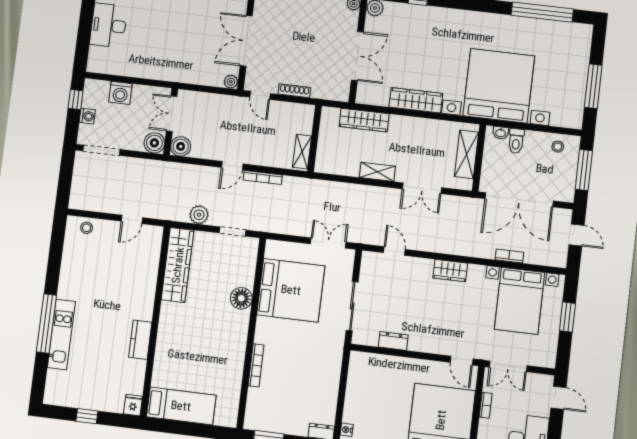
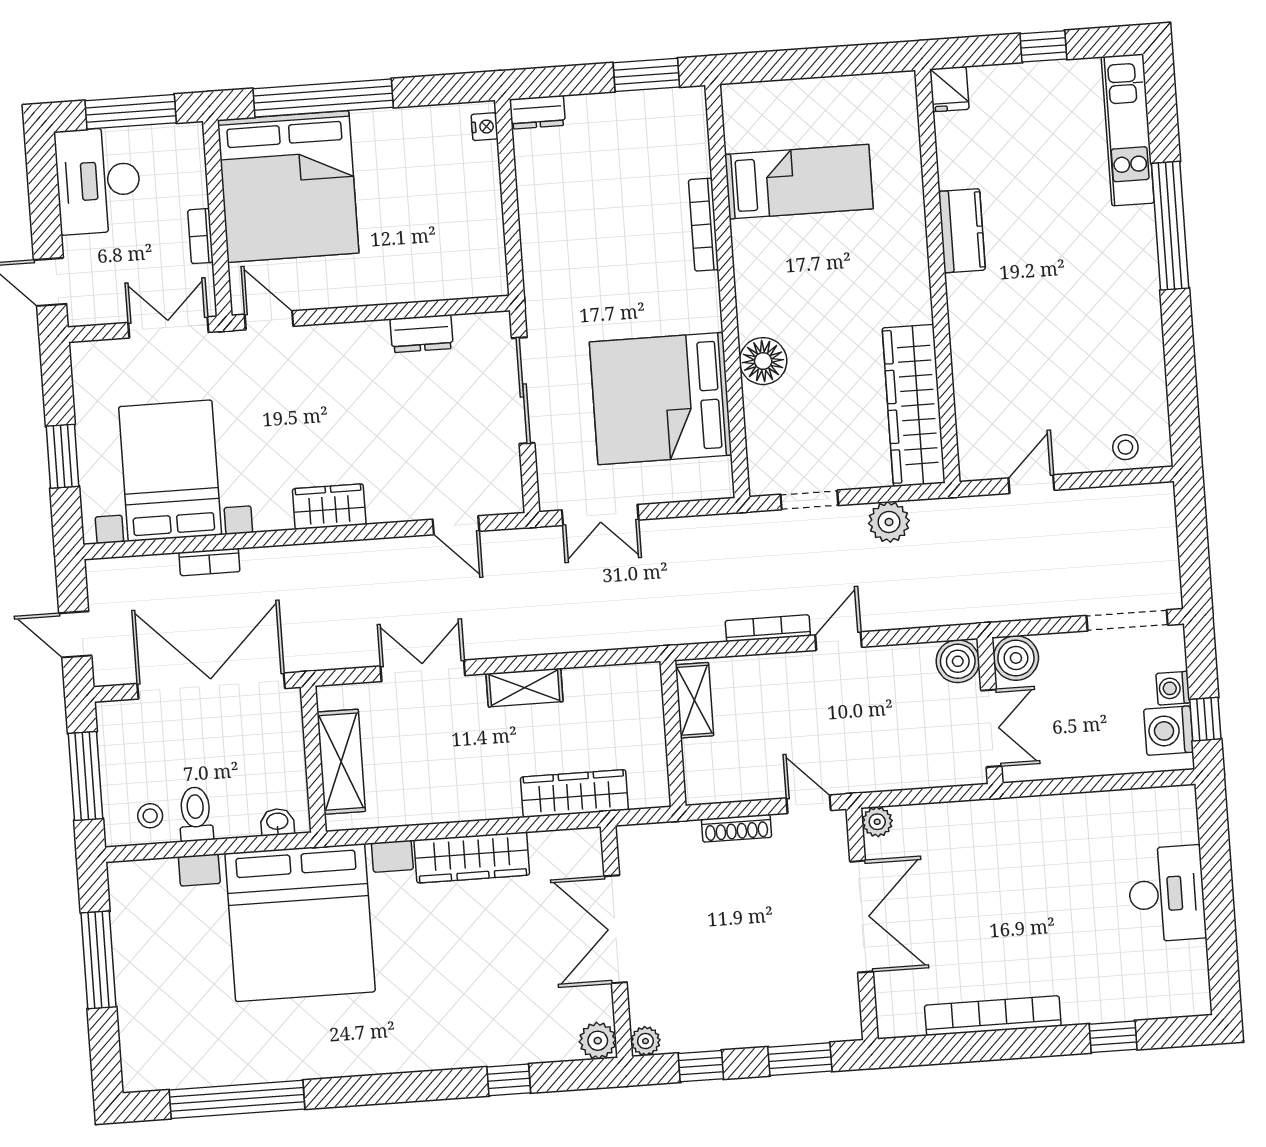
washing machine: (120, 93) -> (1169, 731), moved, turned -90
toilet: (516, 141) -> (196, 814), moved
kitchen unit: (61, 335) -> (1128, 130), moved
bed: (181, 406) -> (799, 182), moved, turned 180

